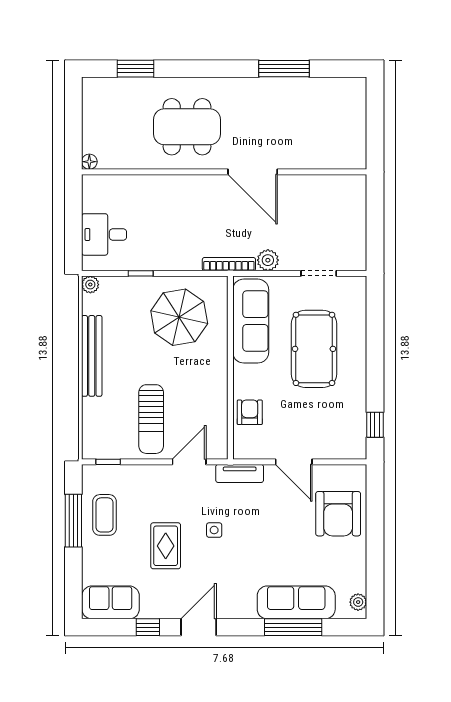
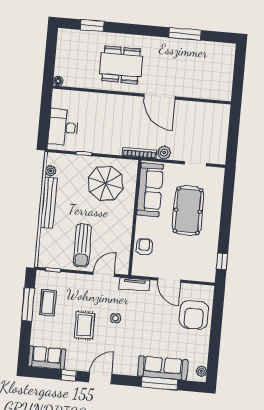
desk: (104, 234) -> (63, 127), width x1.37
plant: (90, 285) -> (51, 171), moved

